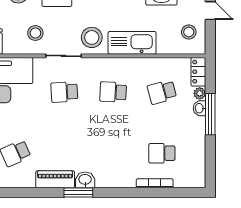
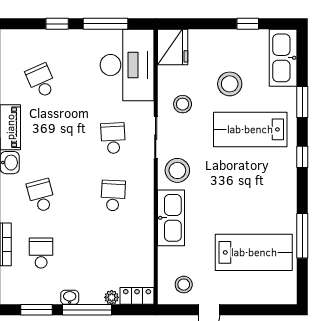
school desk: (162, 92) -> (41, 196), moved
washbasin: (200, 108) -> (70, 297), moved
window: (210, 157) -> (37, 310), added

